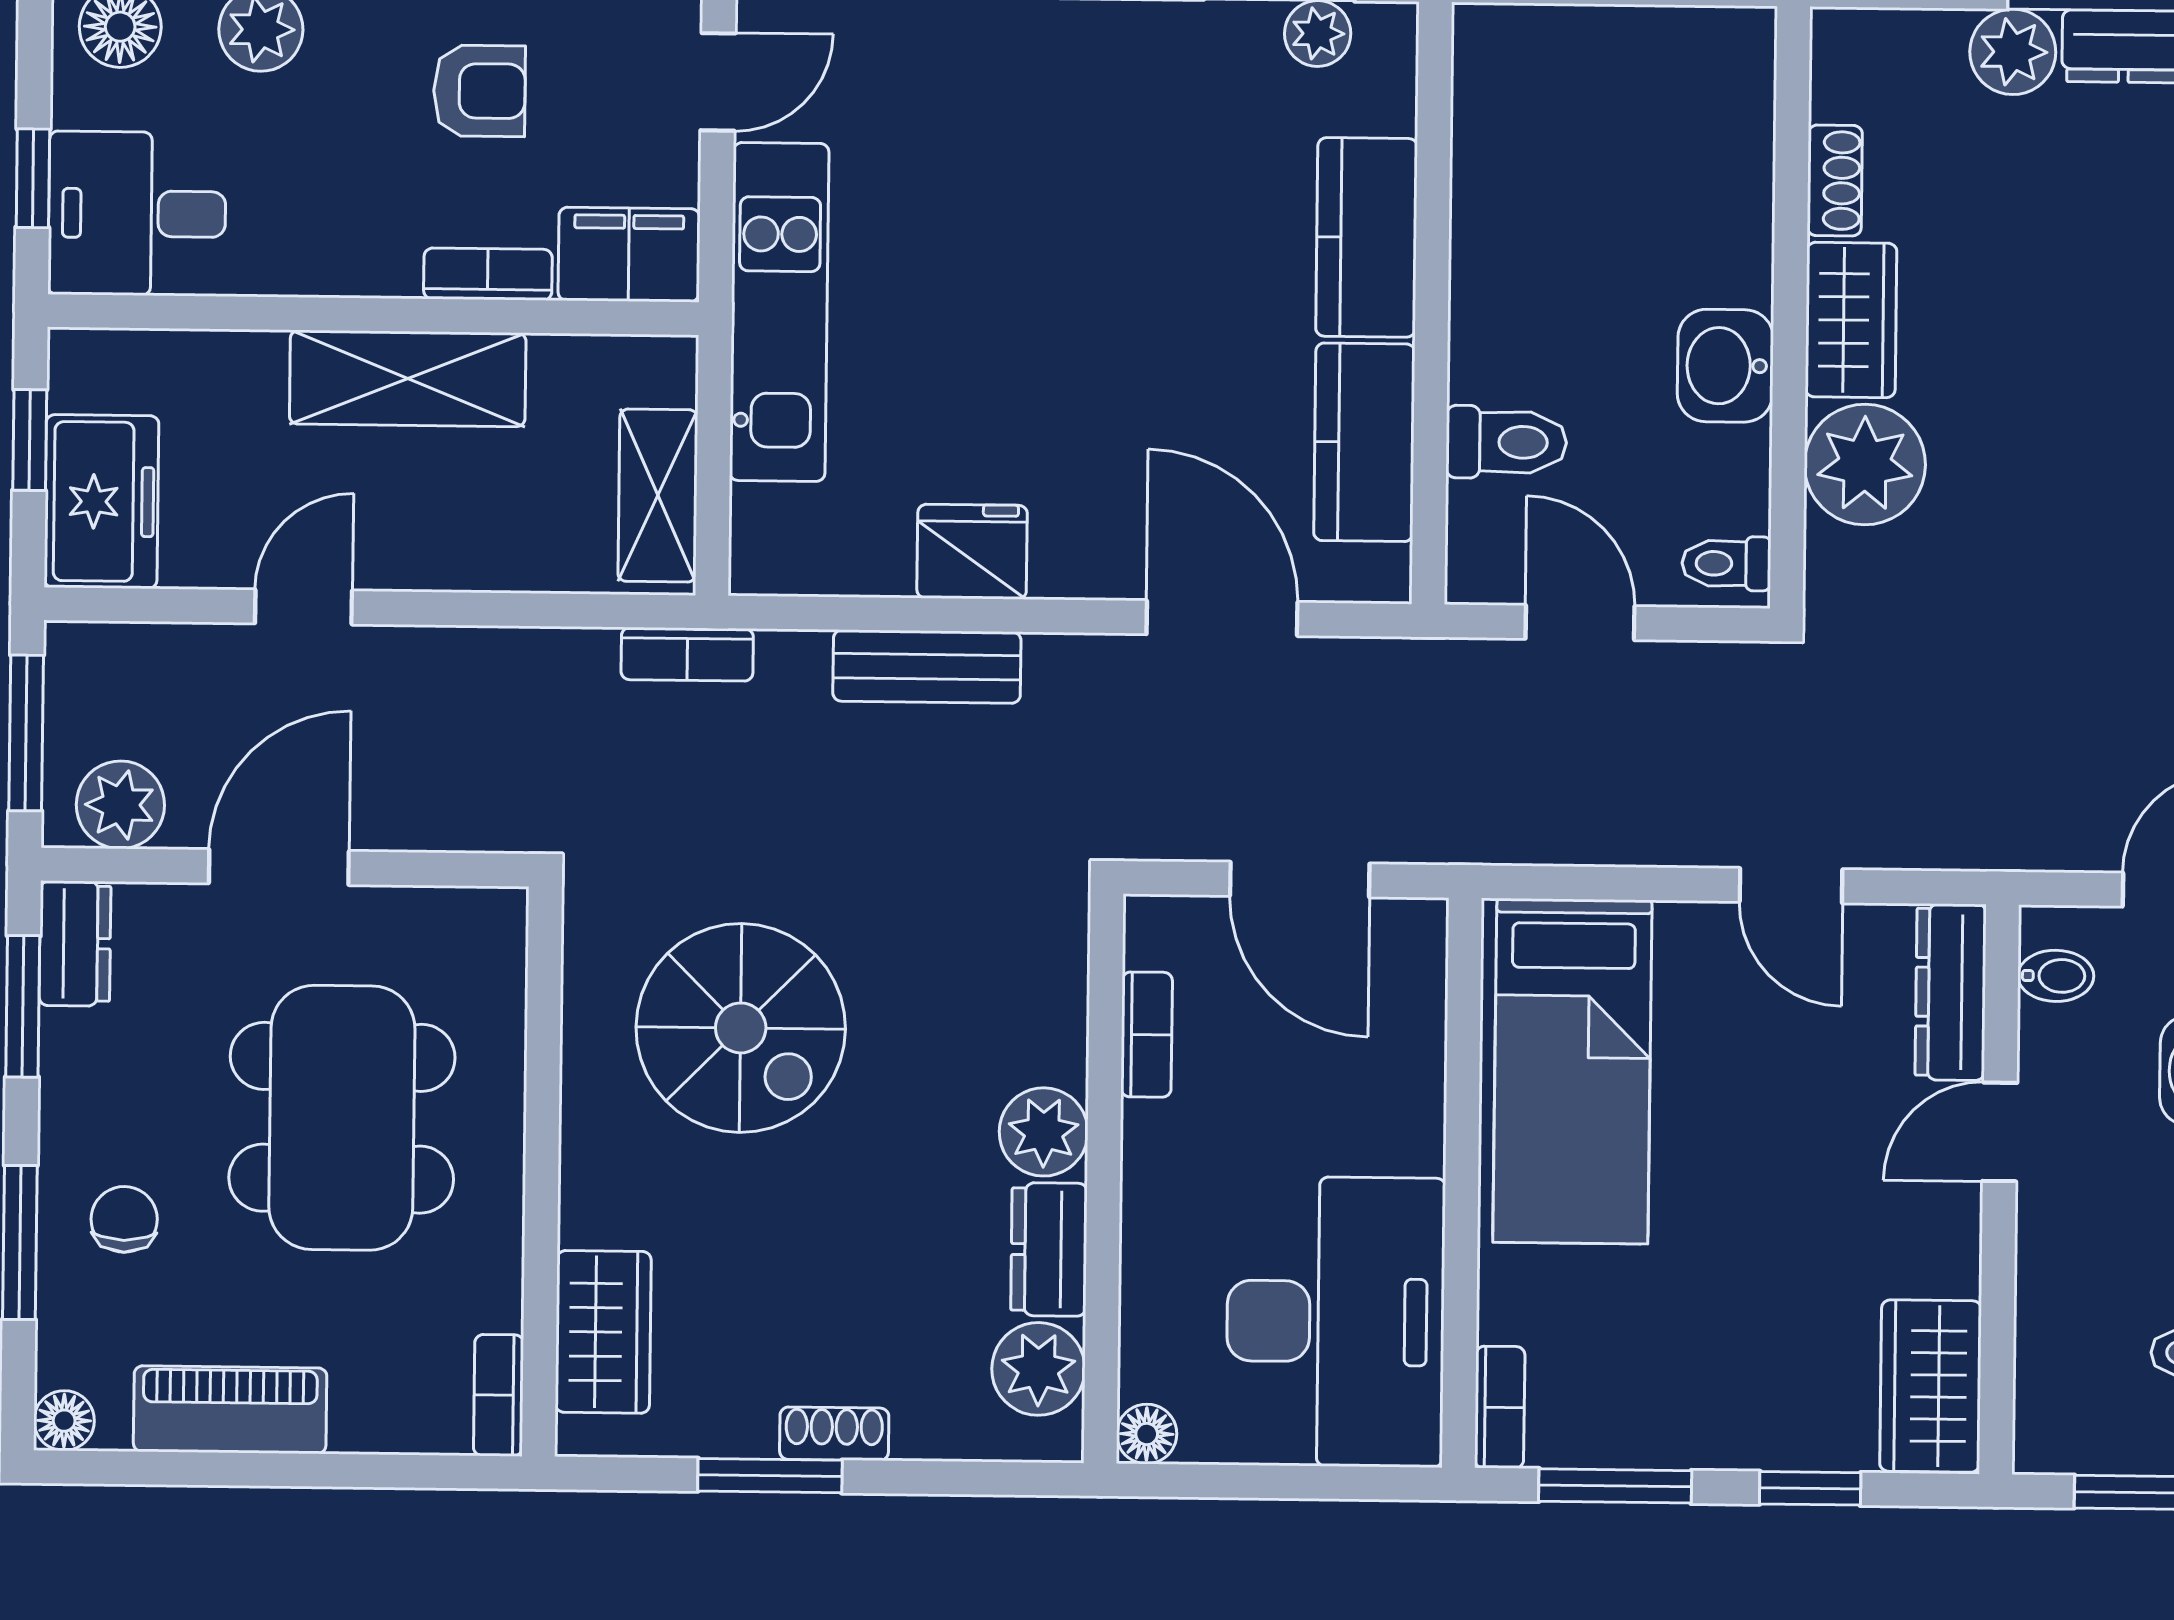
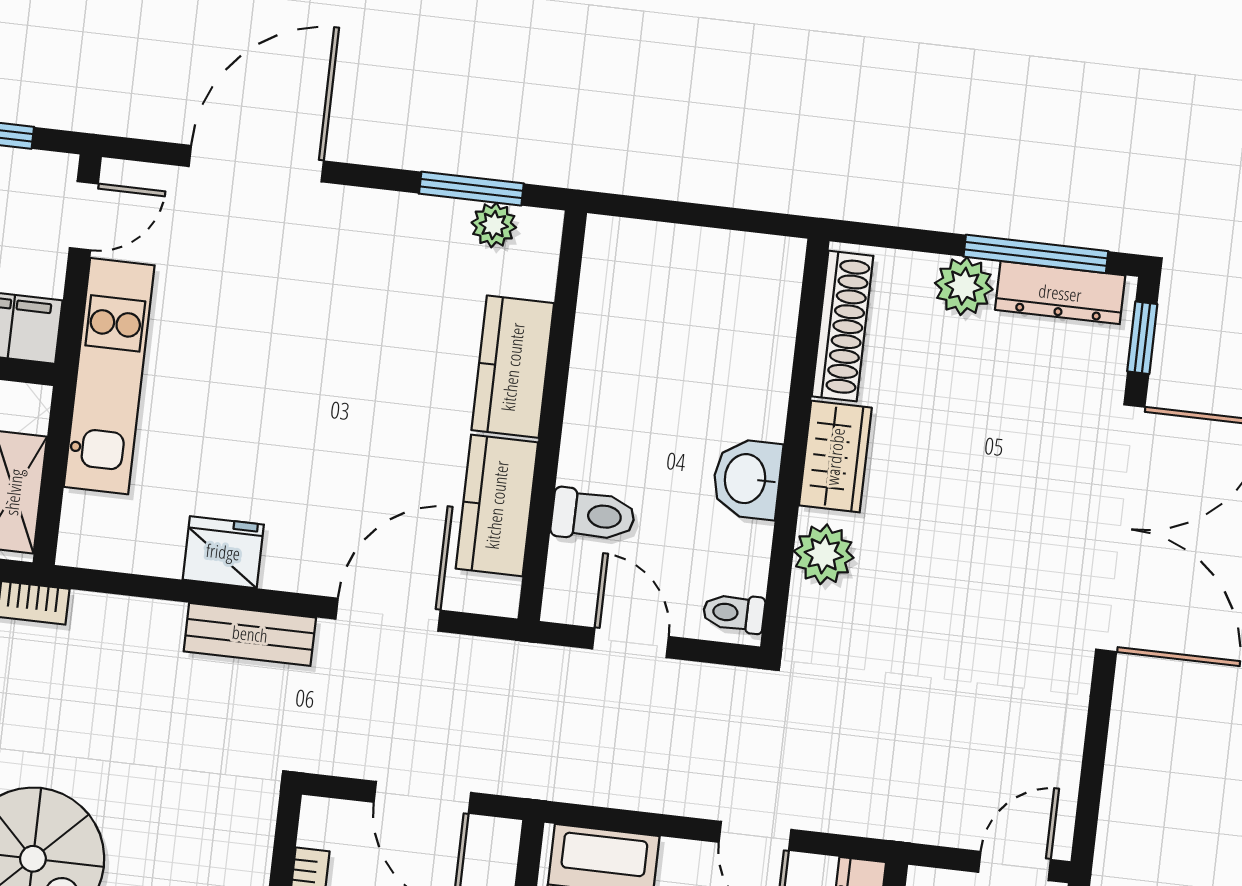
shoe rack: (1835, 180) -> (842, 326), width x1.94, depth x1.24
plant: (1865, 465) -> (824, 554), width x0.73, depth x0.73
door: (1222, 618) -> (388, 615), hinge flipped
bench: (927, 667) -> (250, 634), moved

